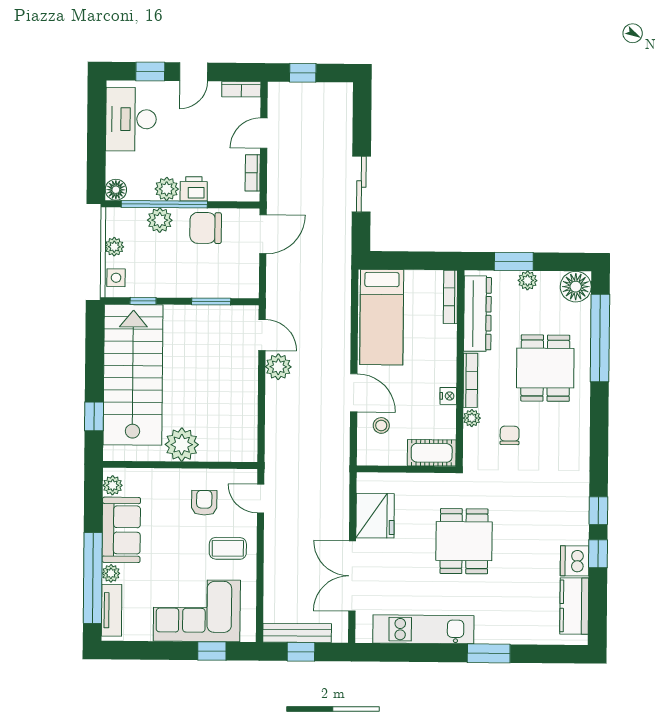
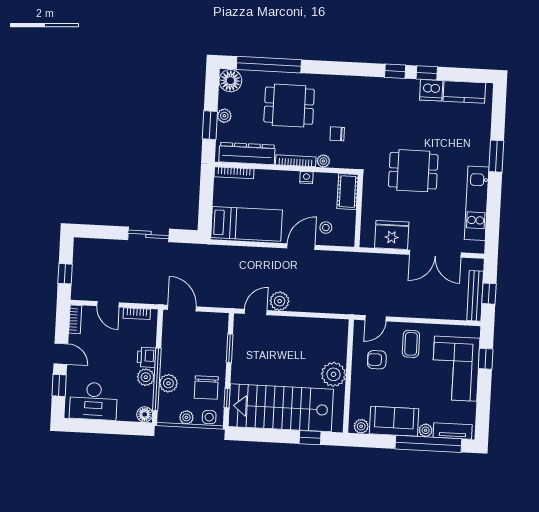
chair: (206, 228) -> (206, 388), moved

